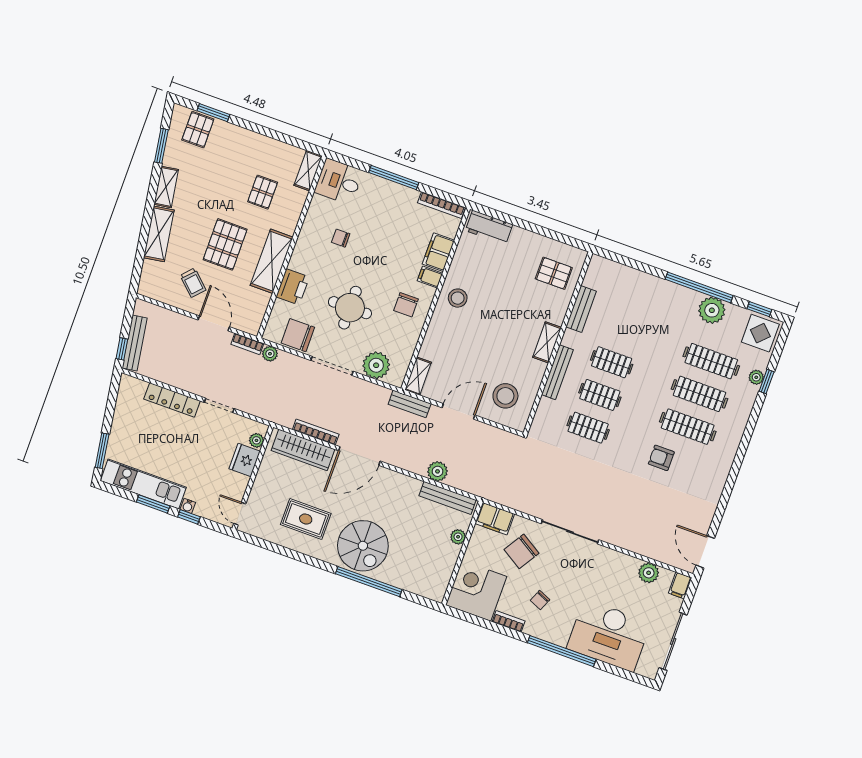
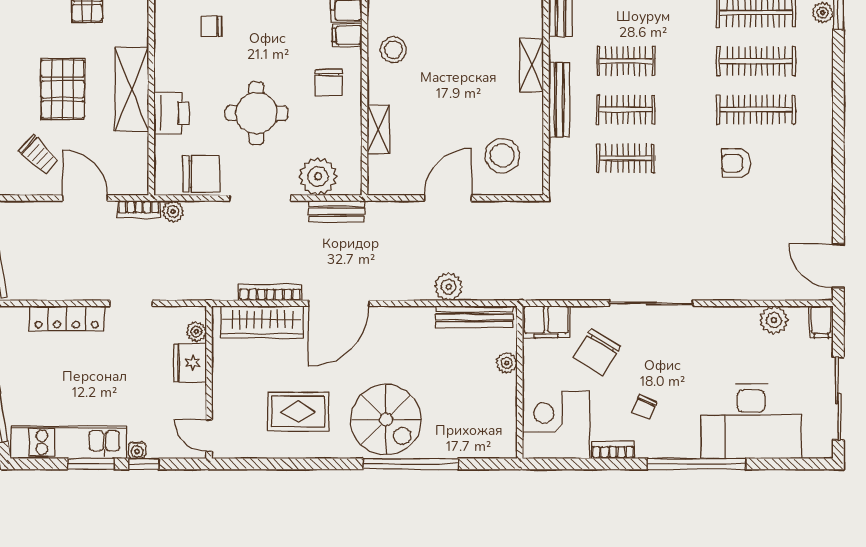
chair: (298, 335) -> (201, 174), turned 180
shelving: (418, 376) -> (378, 129), moved
bench: (410, 404) -> (337, 211), moved

